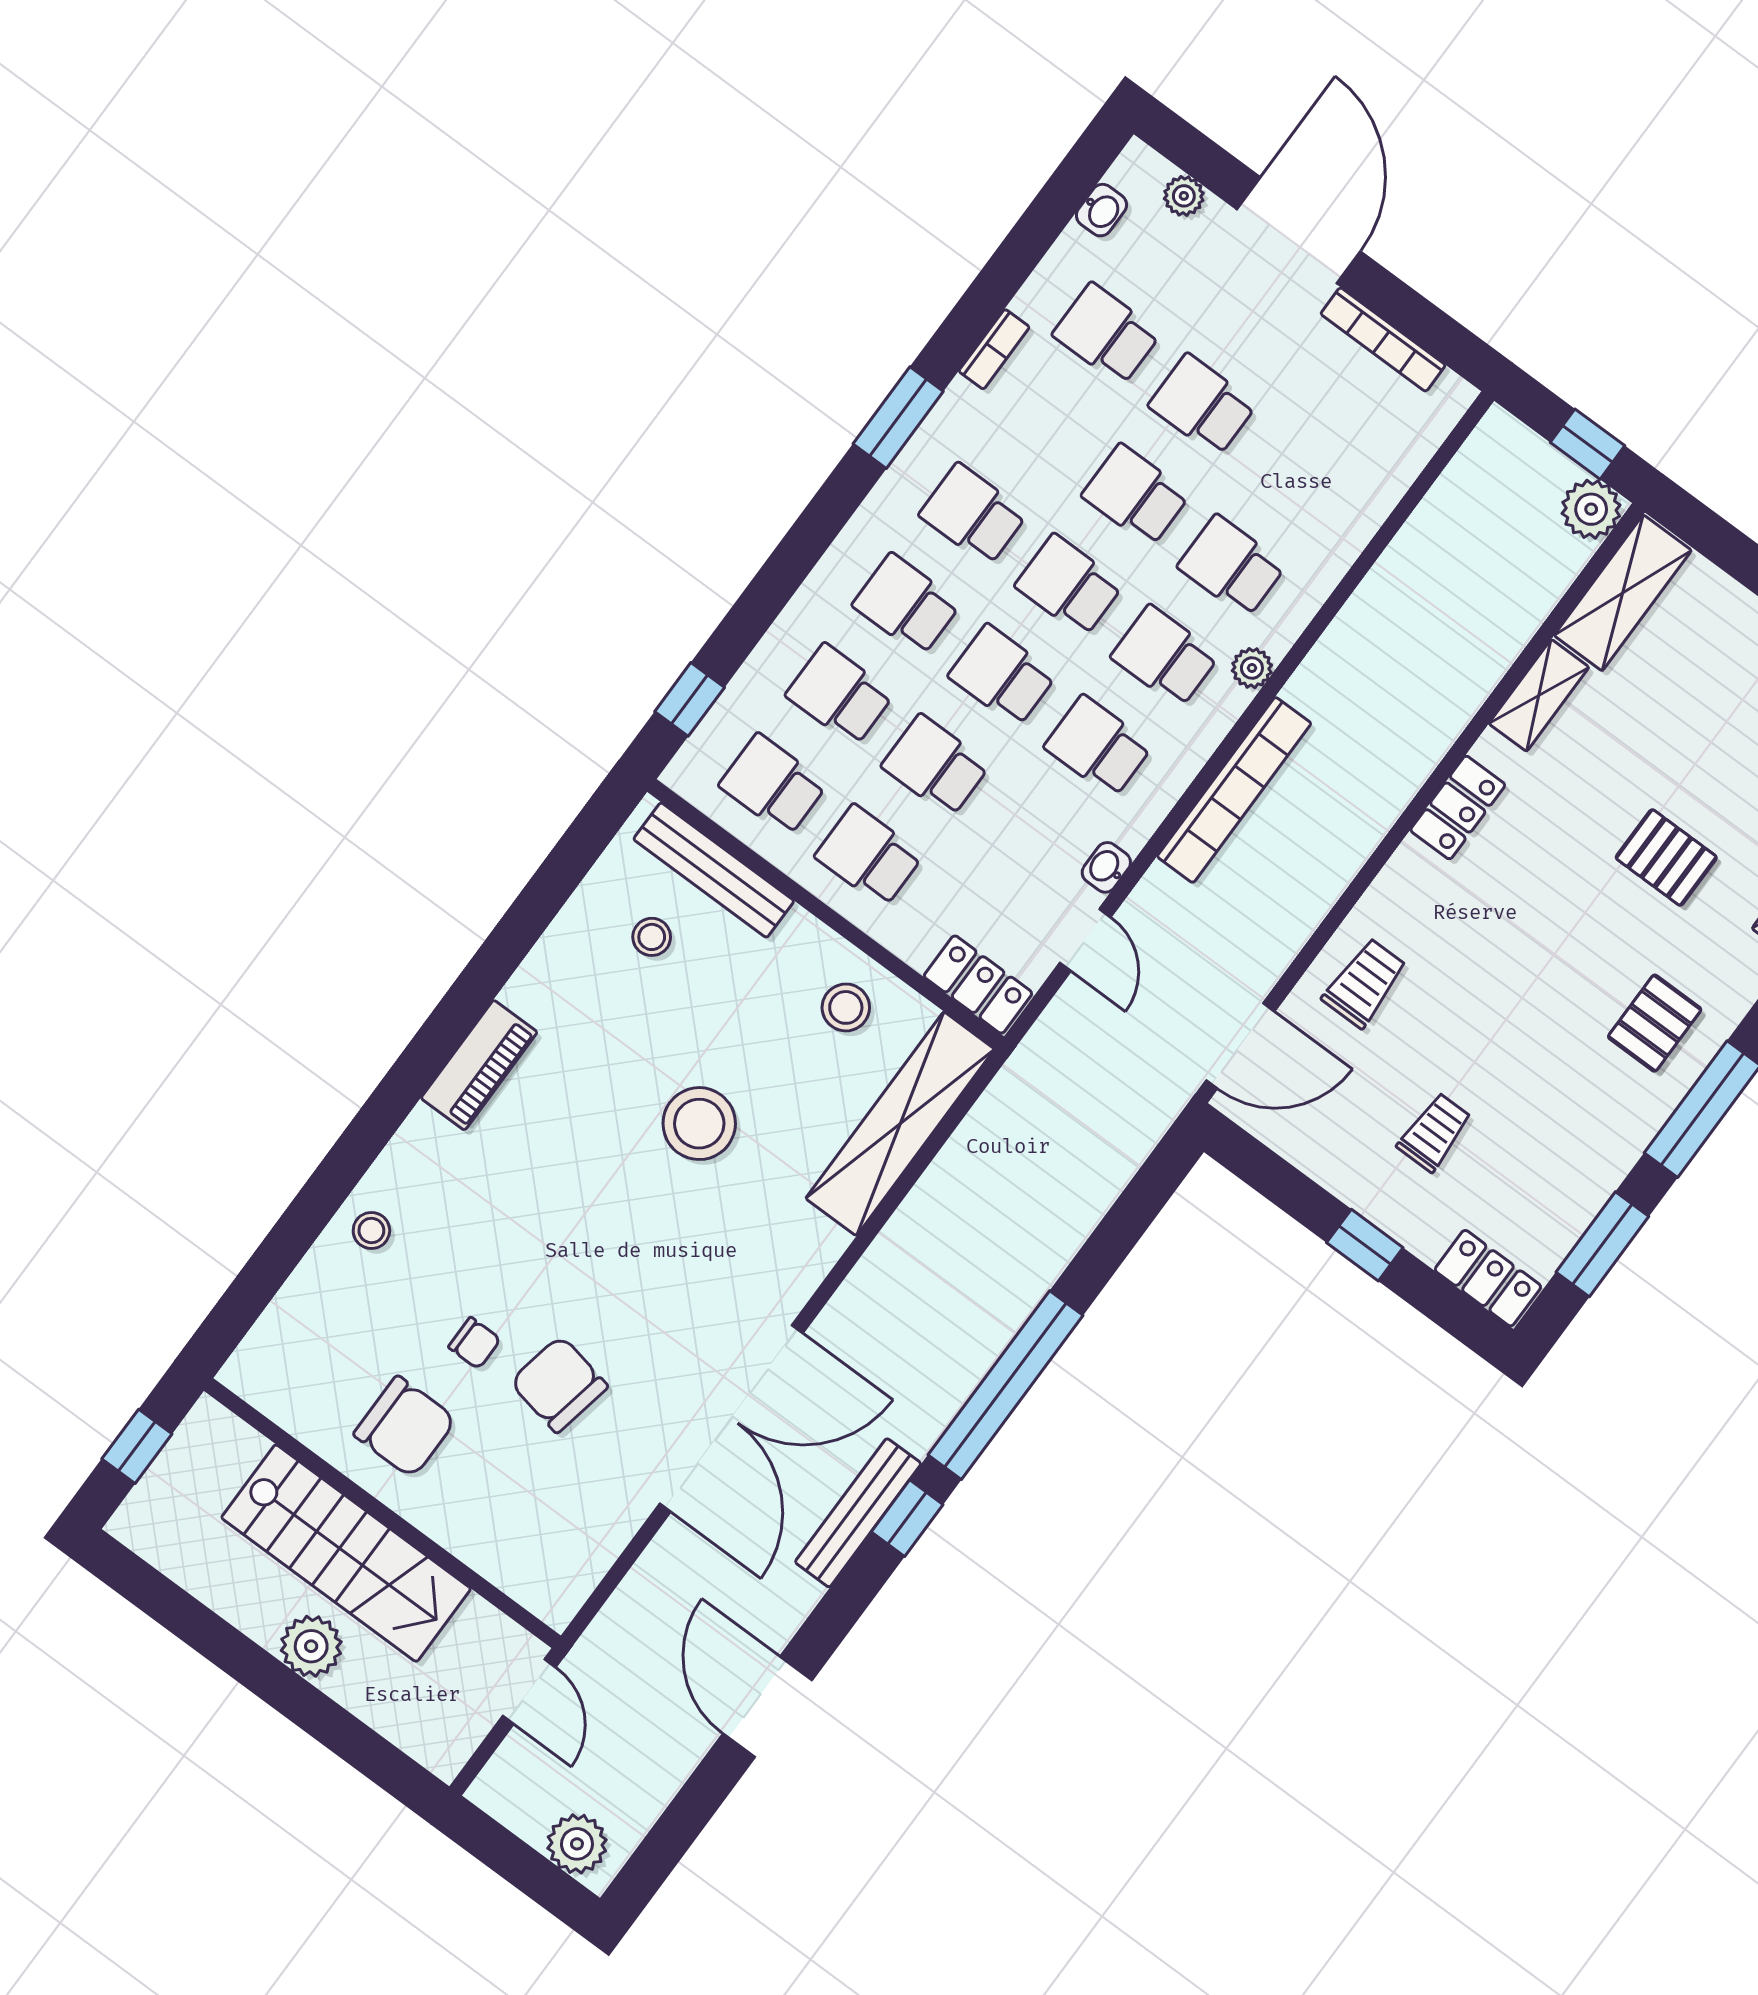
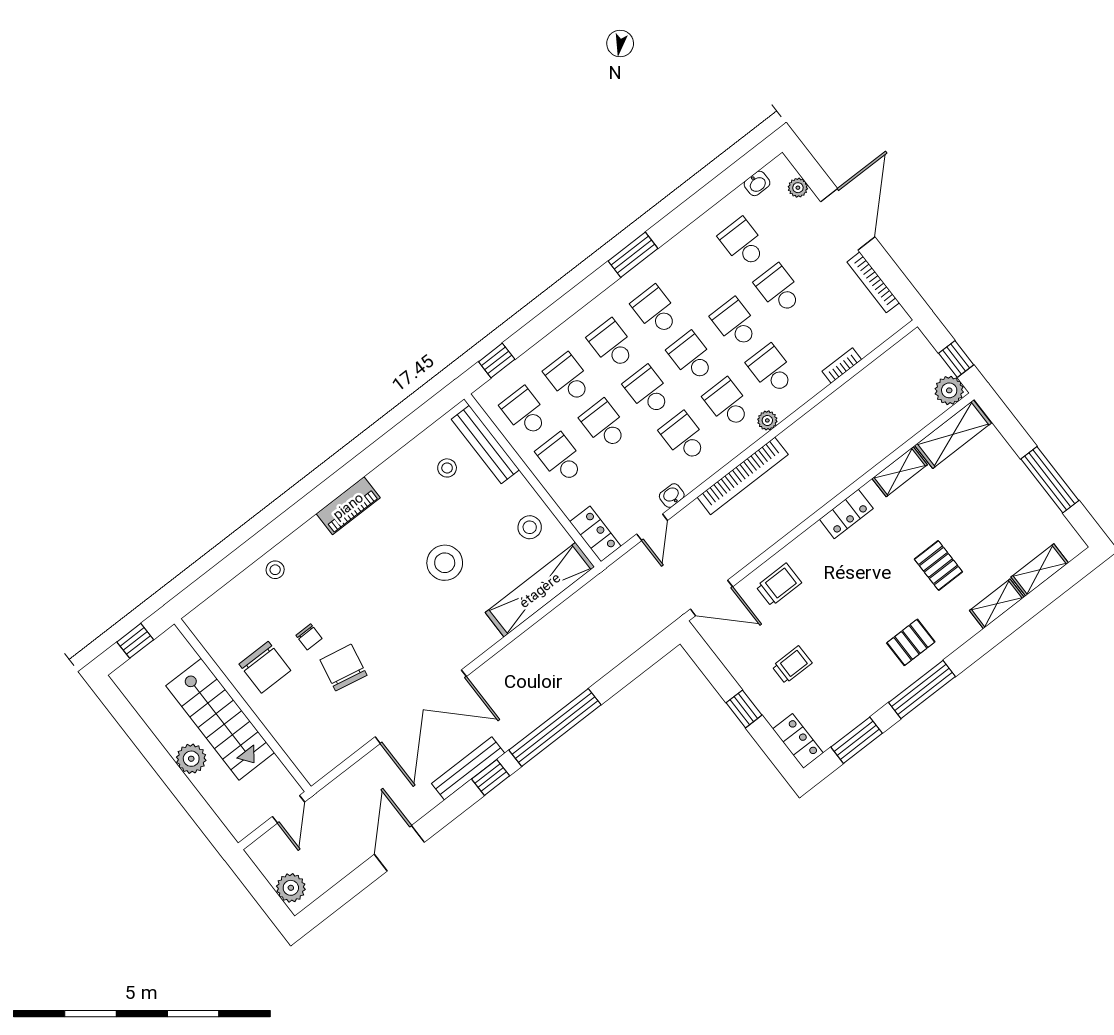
bookcase: (994, 349) -> (842, 365), moved, turned 180

